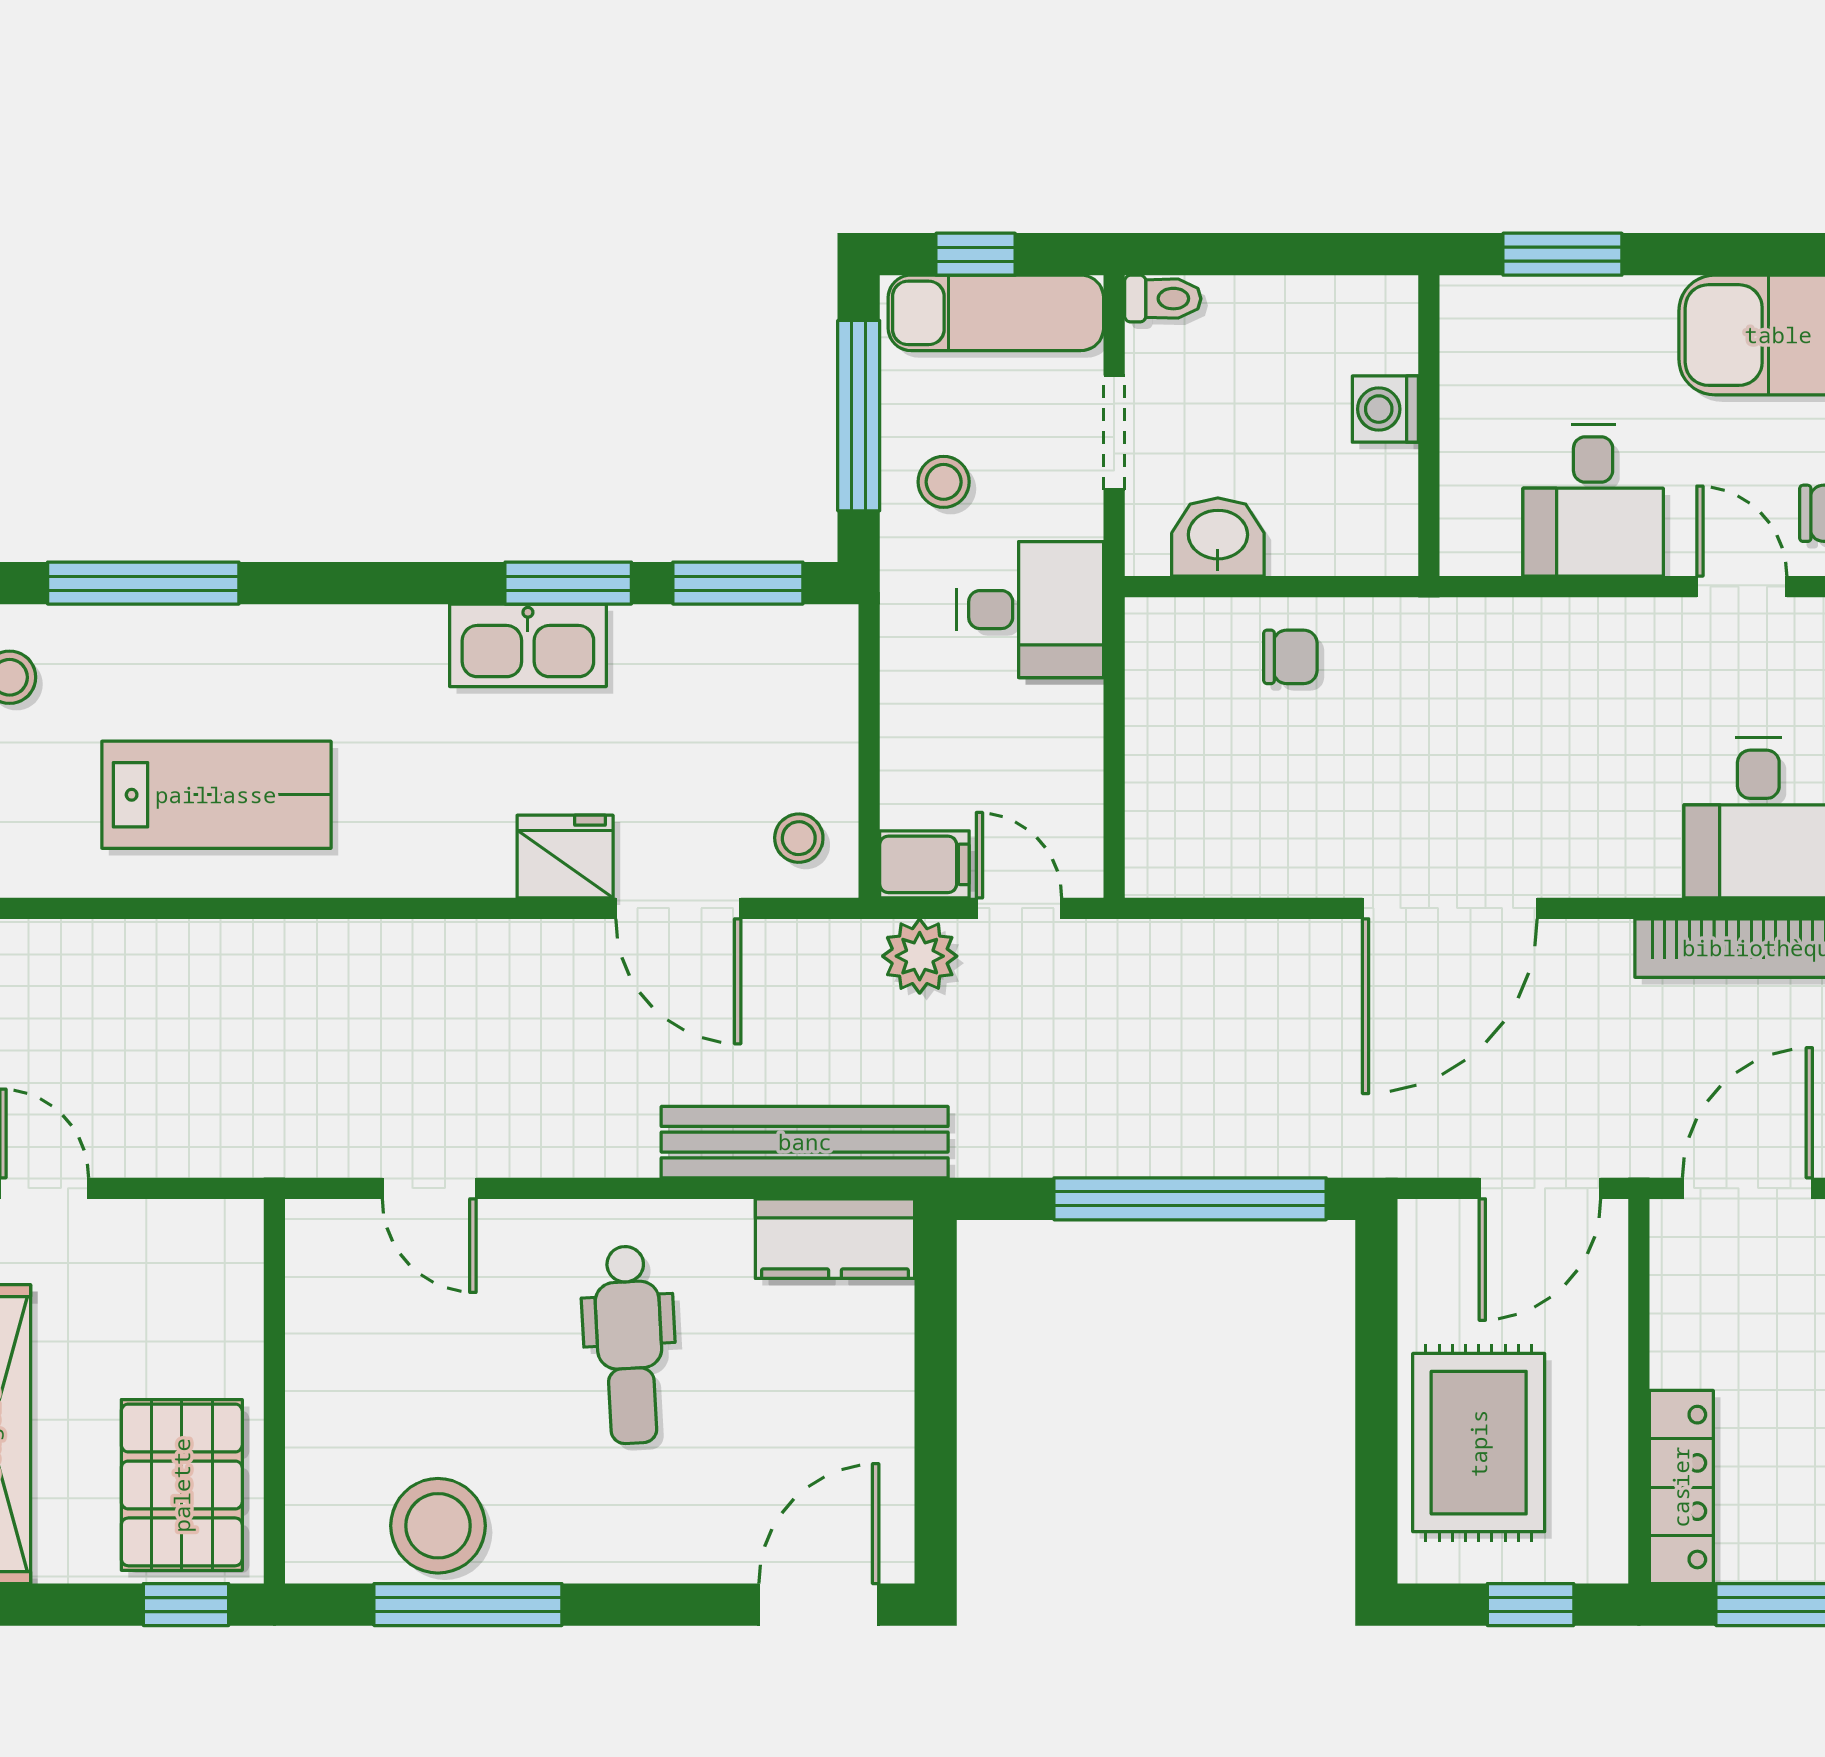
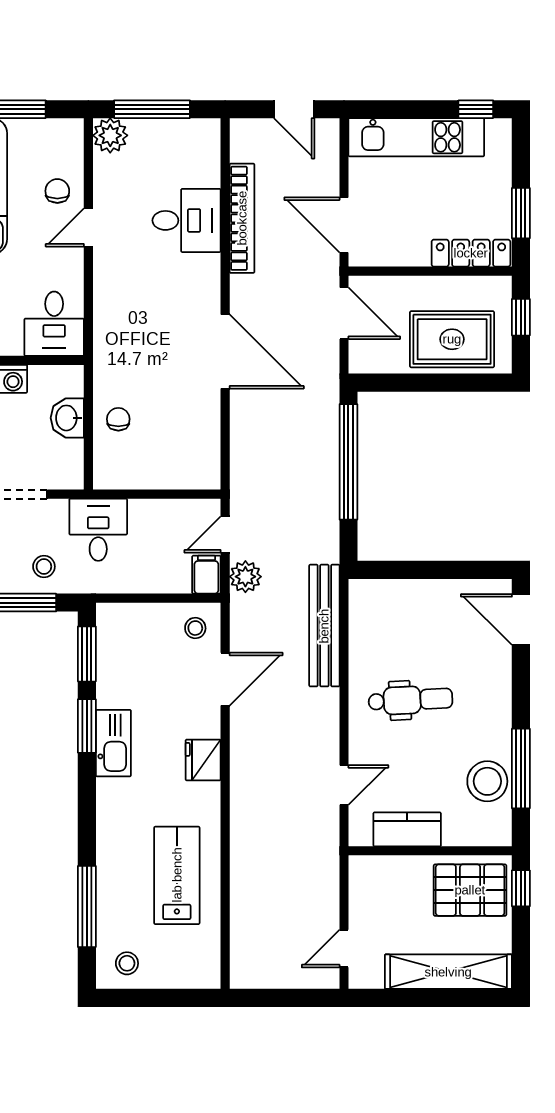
desk: (1593, 500) -> (54, 324), moved, turned 90
washbasin: (1218, 537) -> (67, 418), moved
fridge: (565, 857) -> (203, 760), moved
kitchen counter: (835, 1239) -> (407, 829), moved, turned -90

